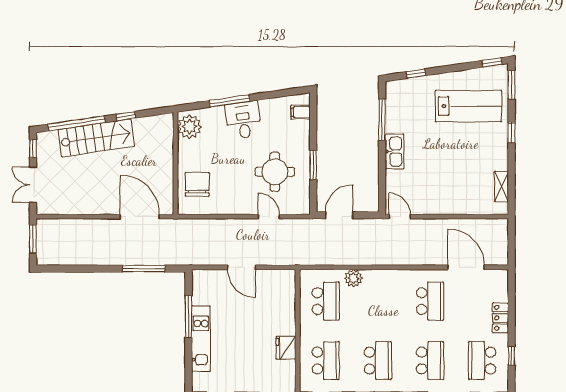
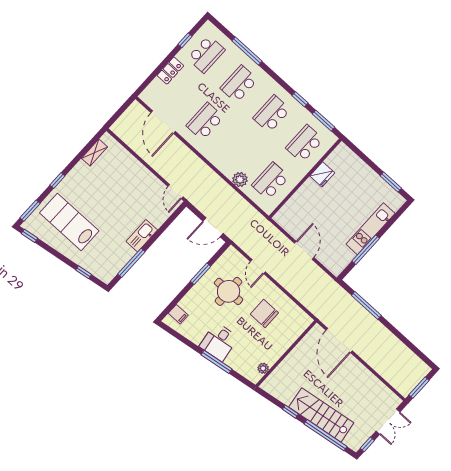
plant: (189, 127) -> (263, 368), width x0.53, depth x0.53
chair: (197, 184) -> (264, 313), moved, turned 90

